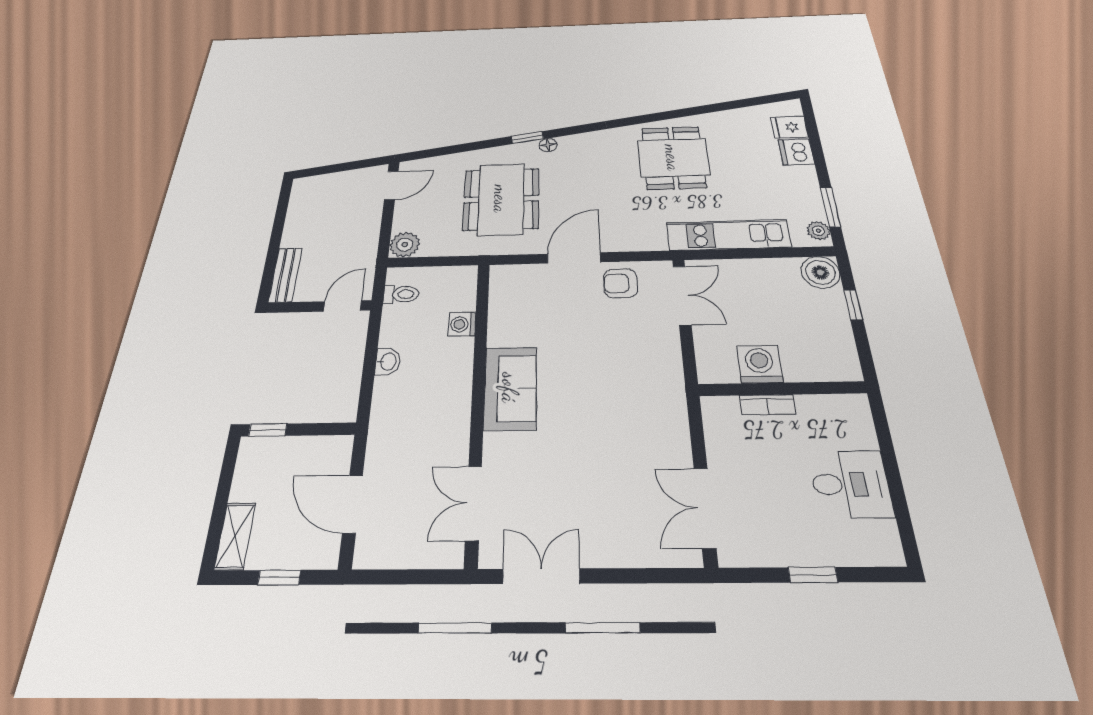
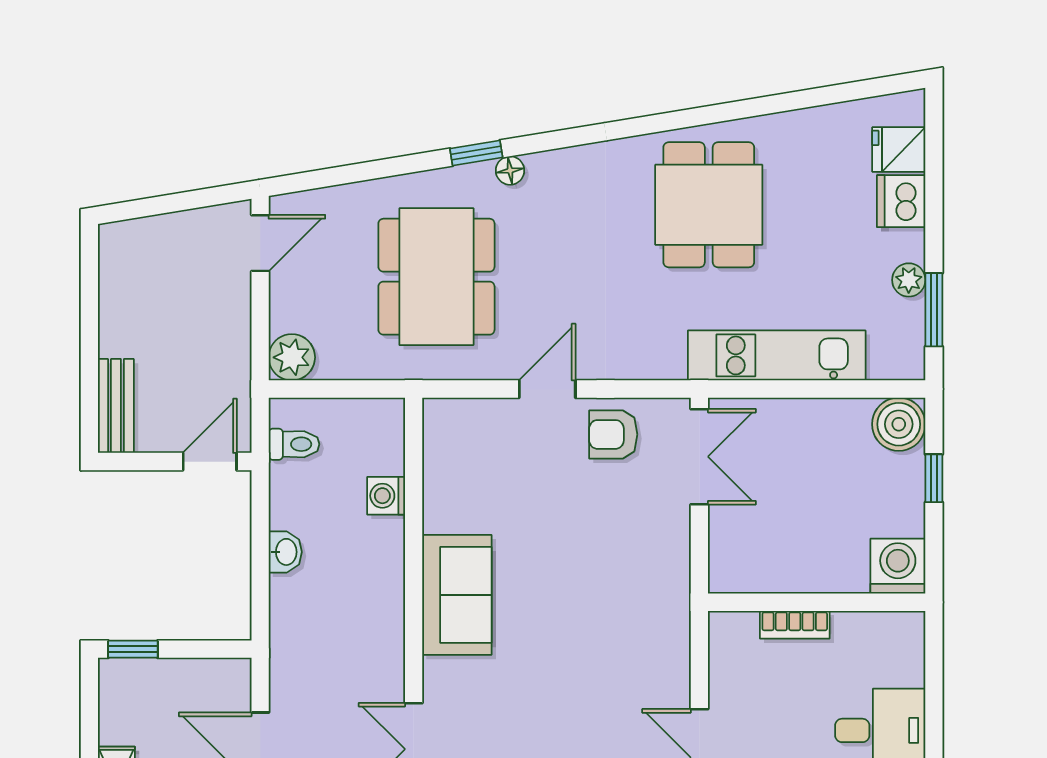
plant: (818, 231) -> (909, 280), moved
door: (574, 258) -> (547, 389), width x0.73
washing machine: (760, 364) -> (898, 566), moved

